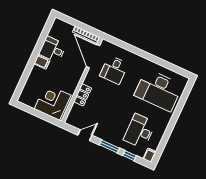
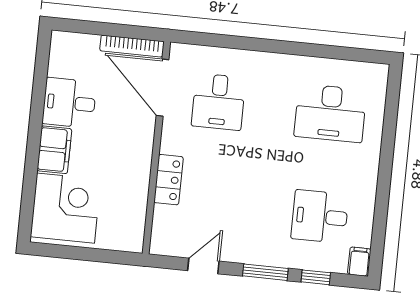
filing cabinet: (42, 62) -> (54, 150), width x2.00
desk: (158, 90) -> (330, 113), width x0.73, depth x0.77
corner desk: (53, 102) -> (66, 208), moved, turned 90
desk: (140, 131) -> (320, 217), width x0.73

